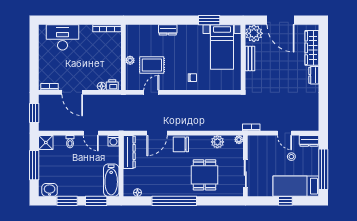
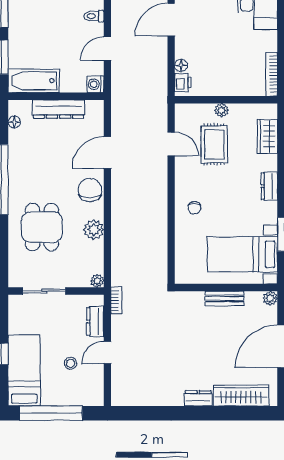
dresser: (168, 30) -> (269, 186), moved
wardrobe: (147, 31) -> (267, 136), added
plant: (254, 33) -> (270, 298), width x0.53, depth x0.53
door: (157, 133) -> (107, 153), hinge flipped
dresser: (309, 141) -> (95, 321), moved
plant: (217, 142) -> (94, 230), moved
dresser: (129, 152) -> (59, 109), moved
dining table: (205, 175) -> (42, 227), turned 90

